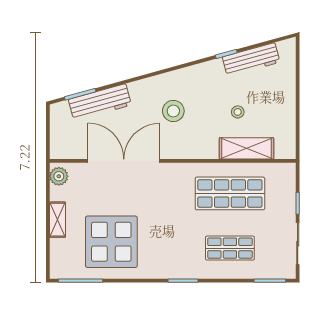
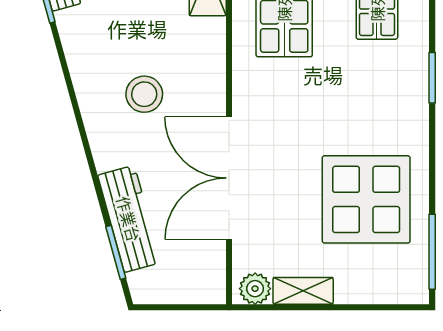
shelving: (58, 220) -> (303, 291), moved

